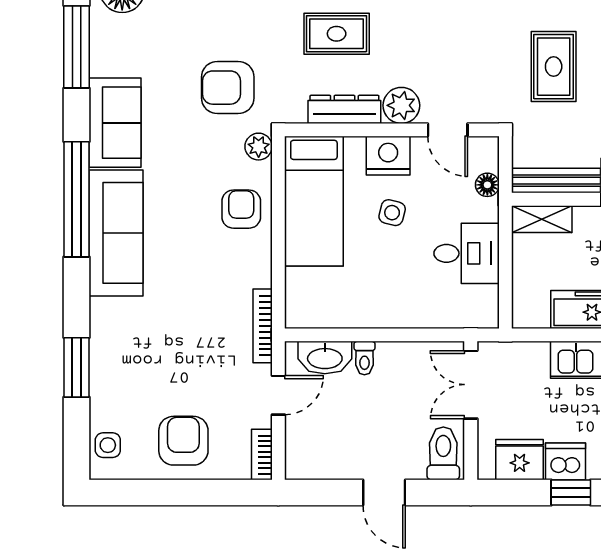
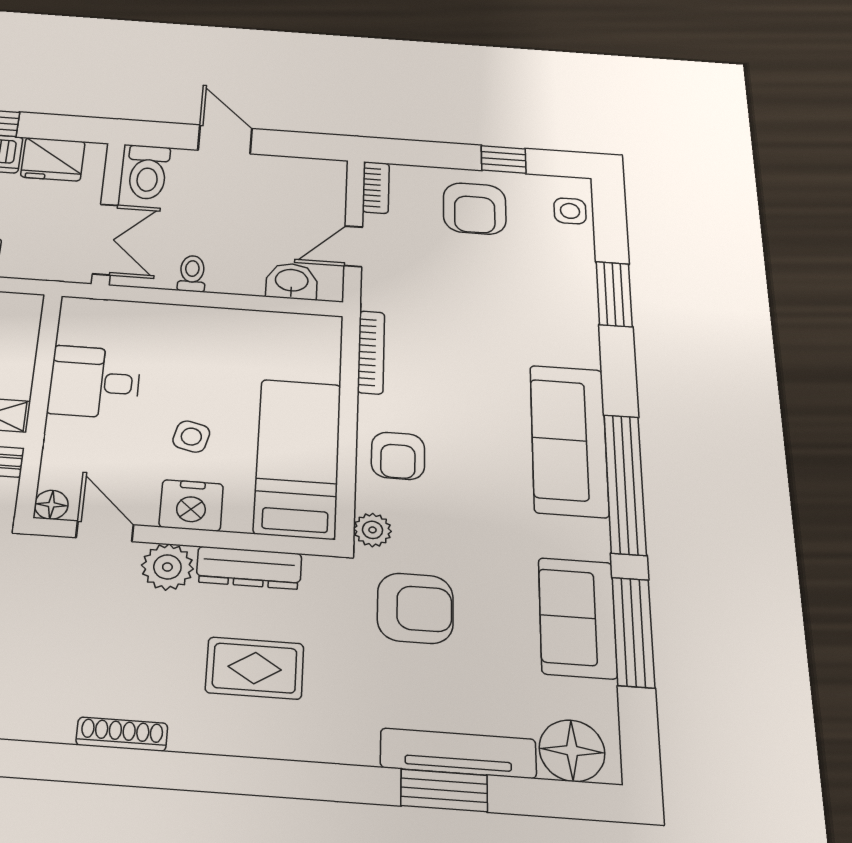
window: (77, 47) -> (633, 632), moved
sofa: (115, 123) -> (577, 618), moved
floor lamp: (487, 185) -> (51, 505), moved
bookcase: (263, 326) -> (371, 352), moved
washbasin: (325, 358) -> (292, 281), width x0.72
toilet: (364, 358) -> (192, 274), moved
window: (160, 493) -> (504, 159), added

